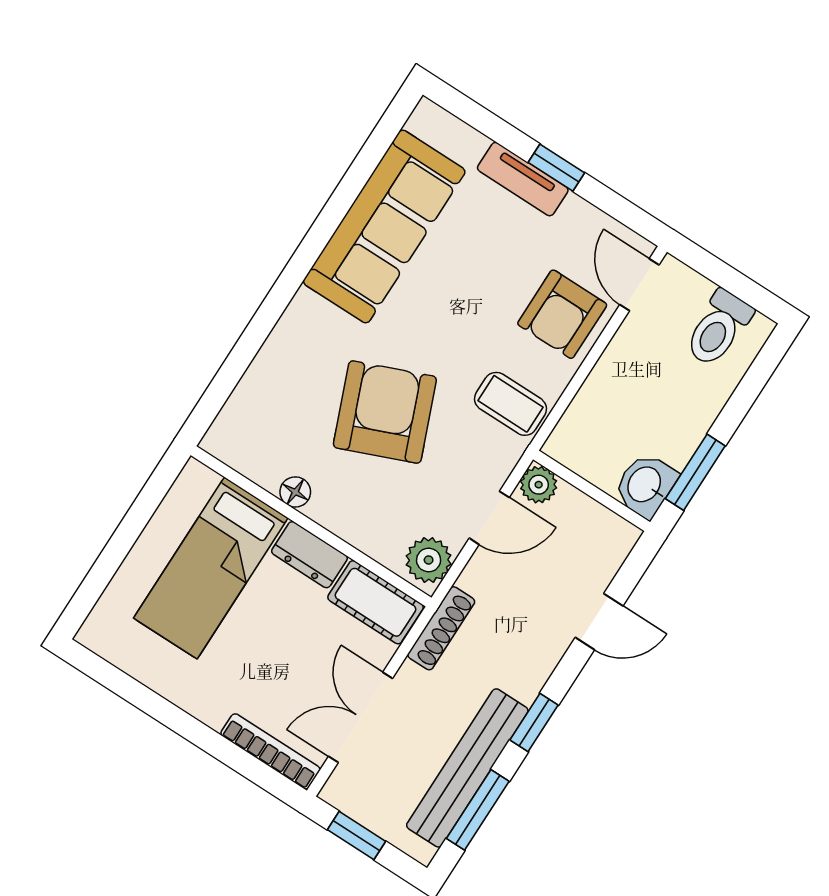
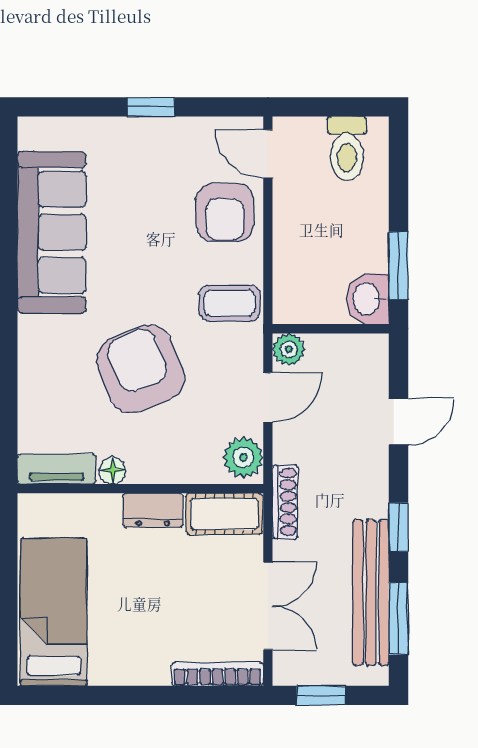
tv unit: (523, 179) -> (57, 469), moved, turned 180
bed: (211, 568) -> (54, 612), moved, turned 180
double door: (361, 717) -> (268, 606), swing flipped

